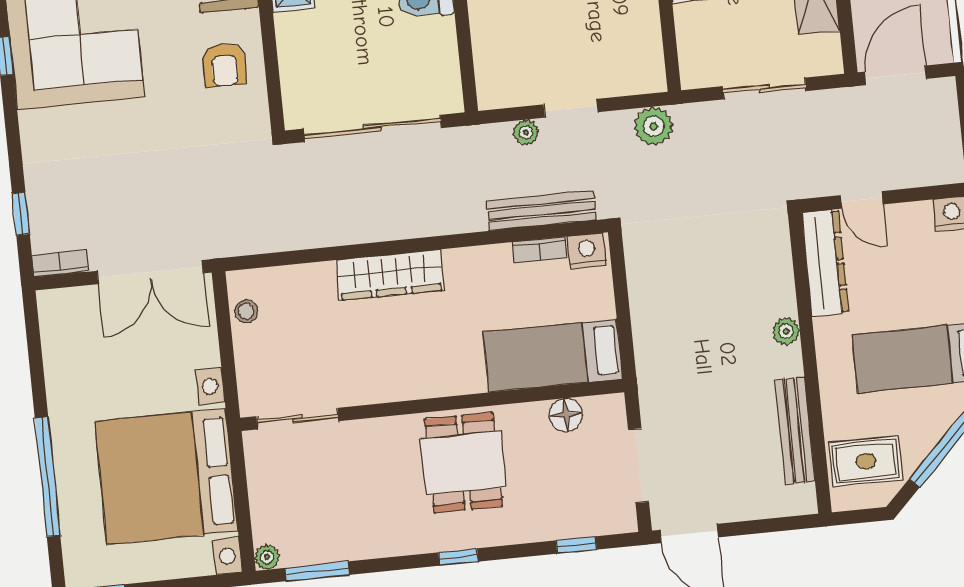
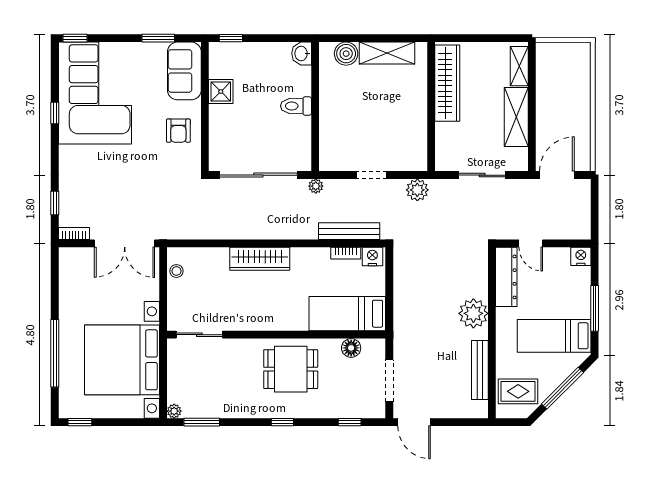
plant: (526, 132) -> (316, 186), moved
plant: (786, 331) -> (473, 313), width x1.88, depth x1.88
dining table: (464, 463) -> (291, 369), turned 90

